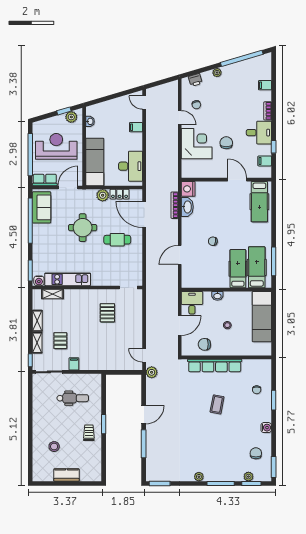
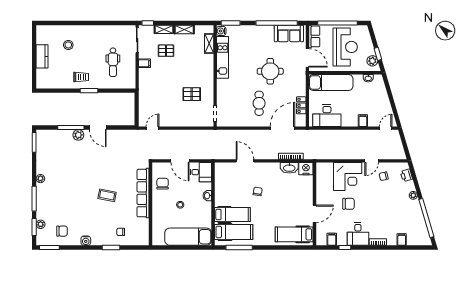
plant: (103, 195) -> (300, 90), removed
plant: (152, 372) -> (78, 135), moved

